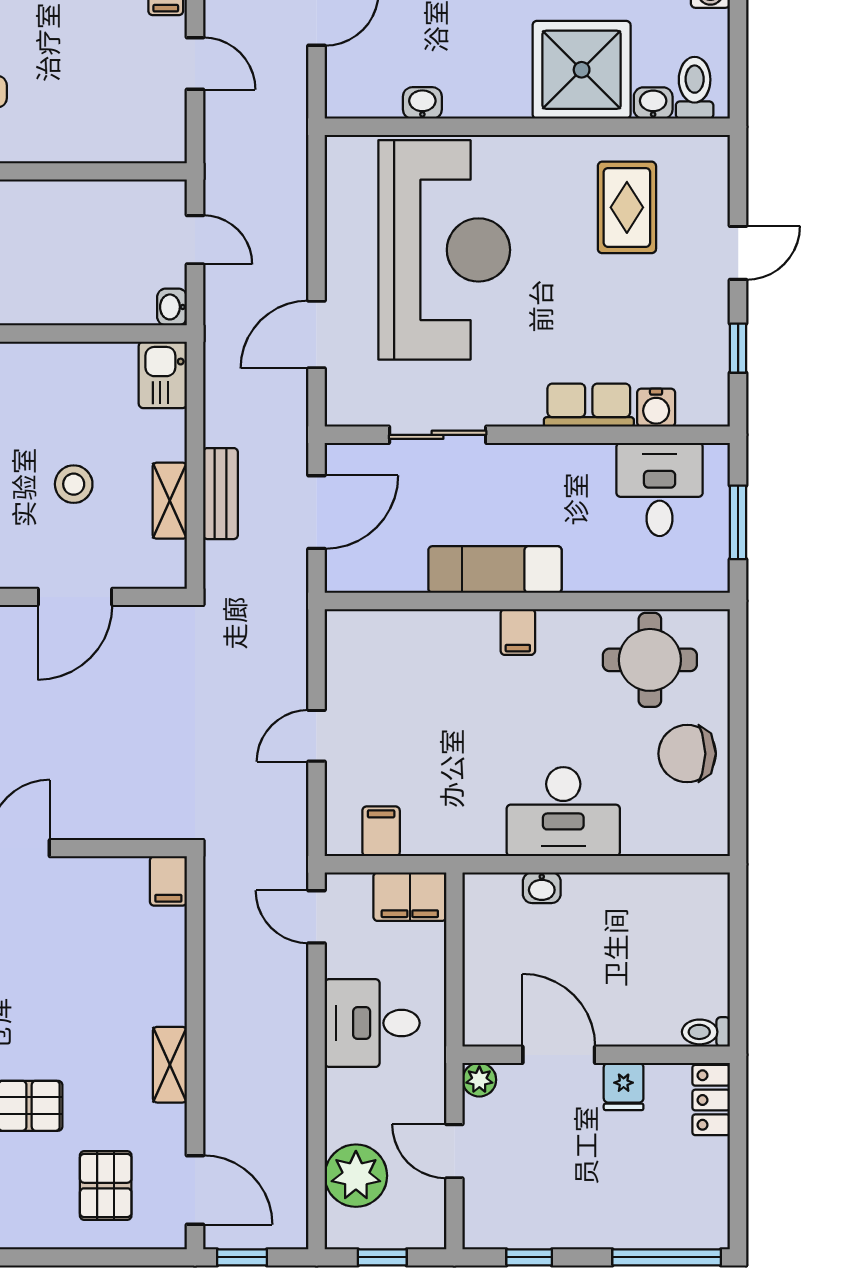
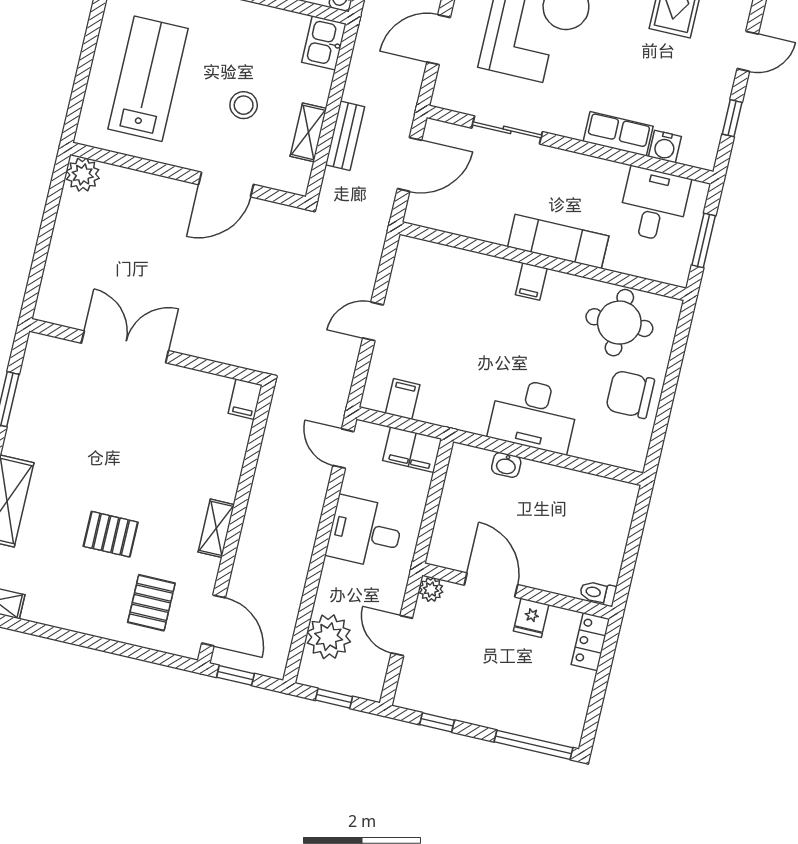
exam couch: (495, 569) -> (558, 241), moved

